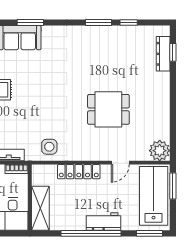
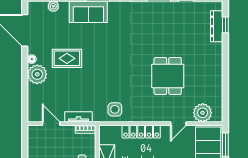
dining table: (108, 109) -> (168, 76), turned 90
plant: (160, 151) -> (203, 113), moved

